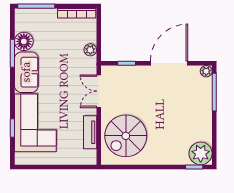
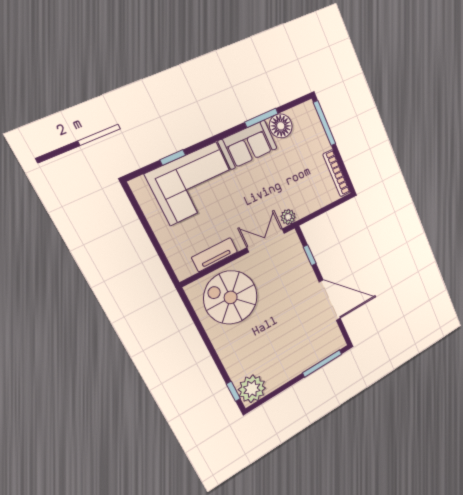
plant: (90, 50) -> (288, 217), moved
plant: (206, 71) -> (339, 343), removed

